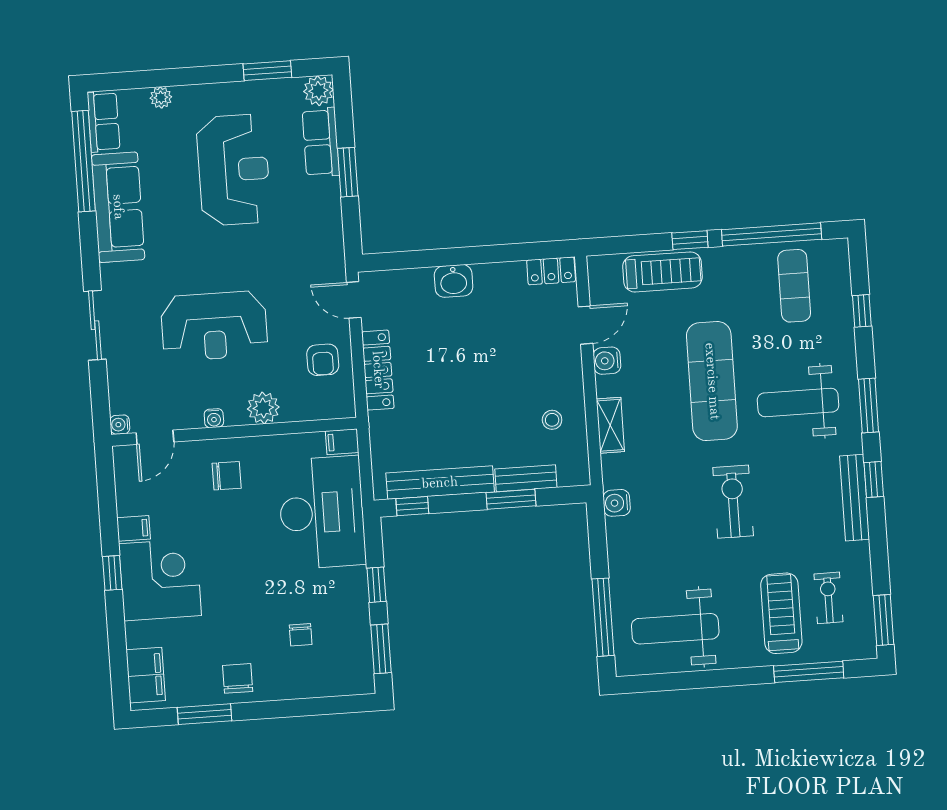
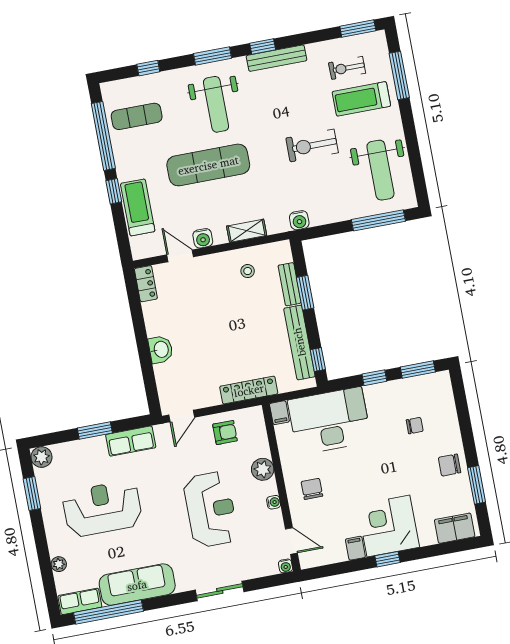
row of seats: (321, 142) -> (131, 441), moved
locker: (378, 370) -> (249, 390), moved
exercise bike: (733, 502) -> (312, 145), moved

